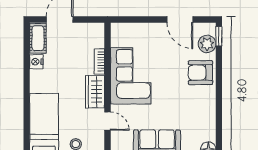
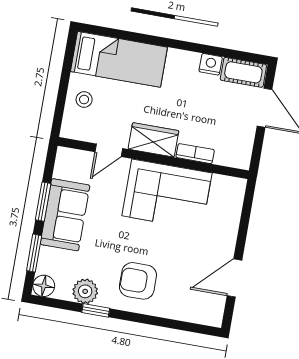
window: (219, 36) -> (96, 310), moved
plant: (207, 44) -> (85, 291), moved
armchair: (200, 73) -> (138, 281), moved, turned -90

